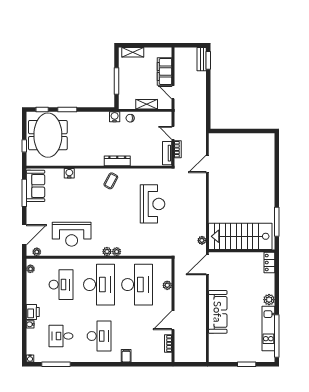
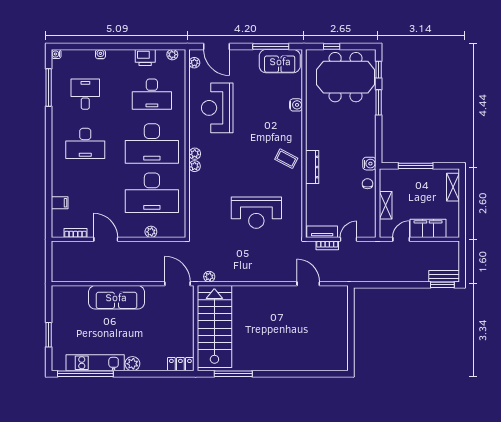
printer: (33, 312) -> (145, 57), moved
filing cabinet: (126, 356) -> (60, 203), moved

